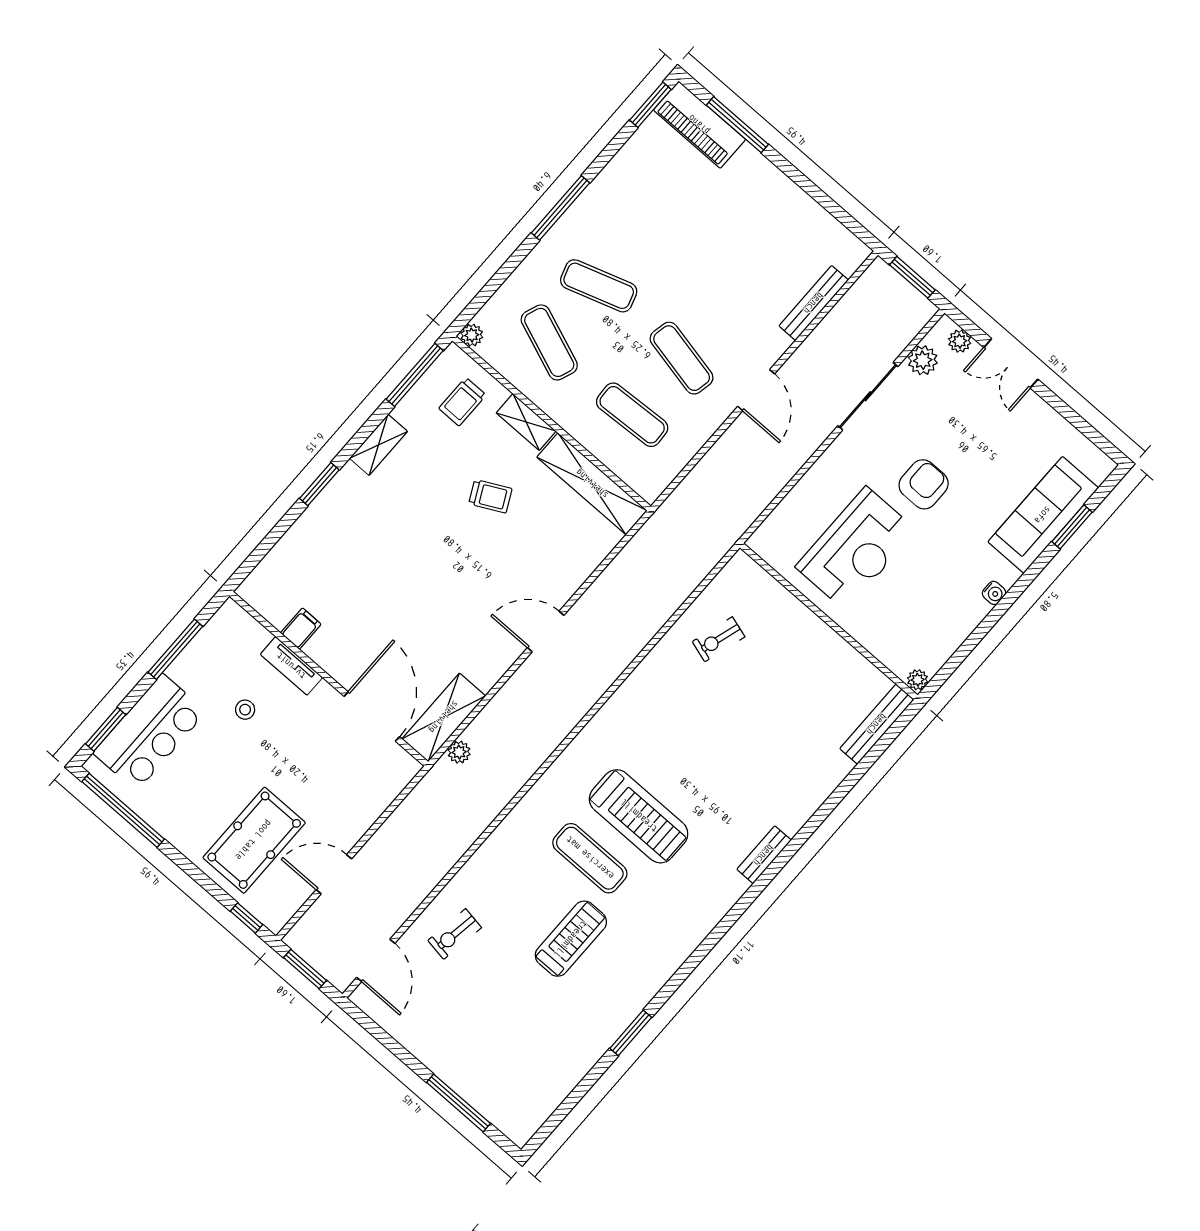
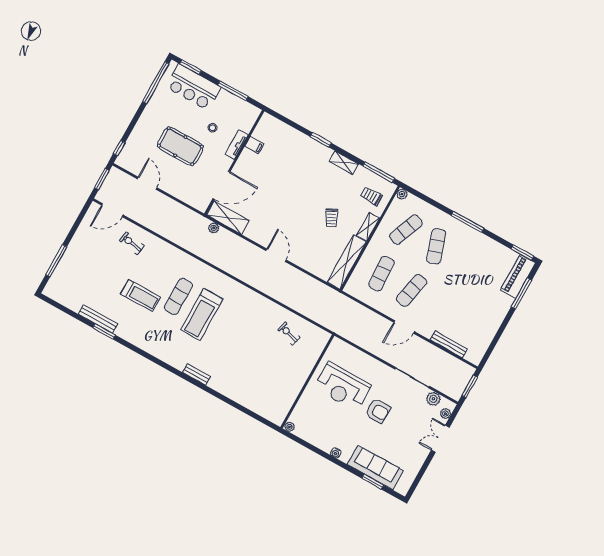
bench: (877, 724) -> (98, 319), moved
pool table: (254, 840) -> (180, 146), moved

